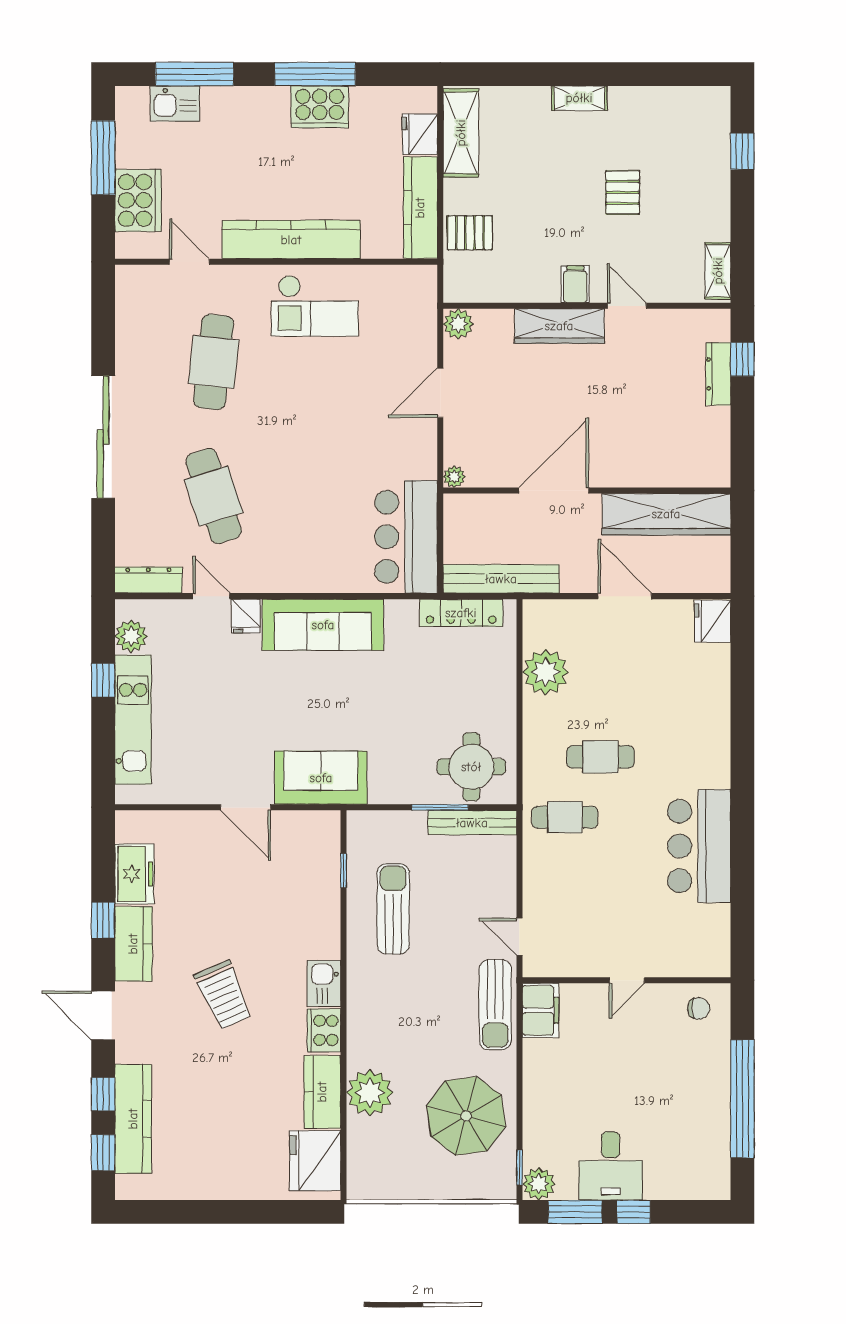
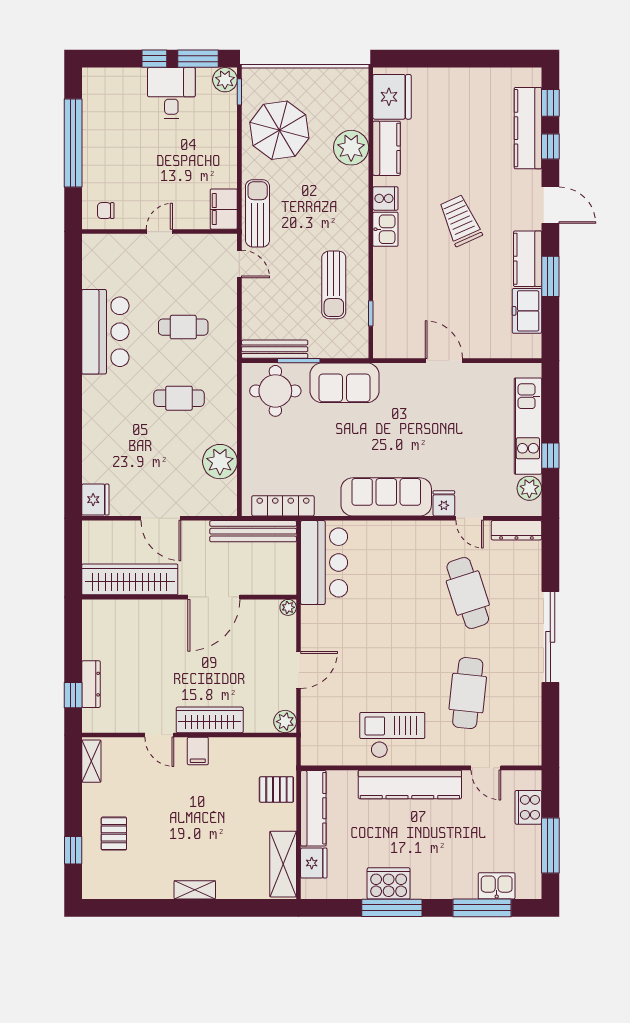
pallet: (623, 192) -> (114, 834), moved
cooker: (138, 200) -> (528, 807), width x0.73, depth x0.76
sofa: (321, 778) -> (344, 383), moved
cafe table: (565, 817) -> (183, 327), moved
window: (103, 920) -> (550, 276), width x1.50
cooker: (324, 1030) -> (385, 198), width x0.73

